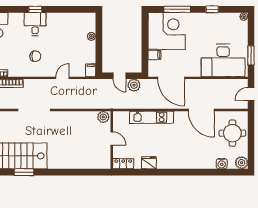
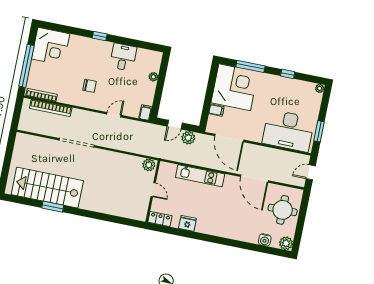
desk: (35, 24) -> (123, 57), moved
door: (119, 76) -> (175, 125), hinge flipped

